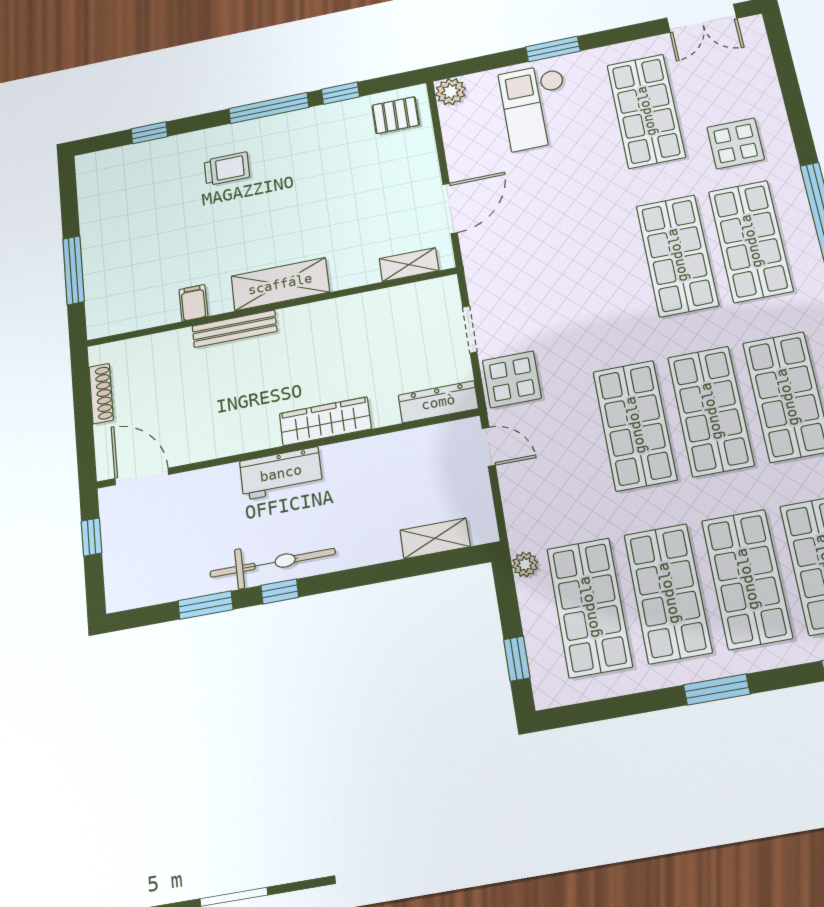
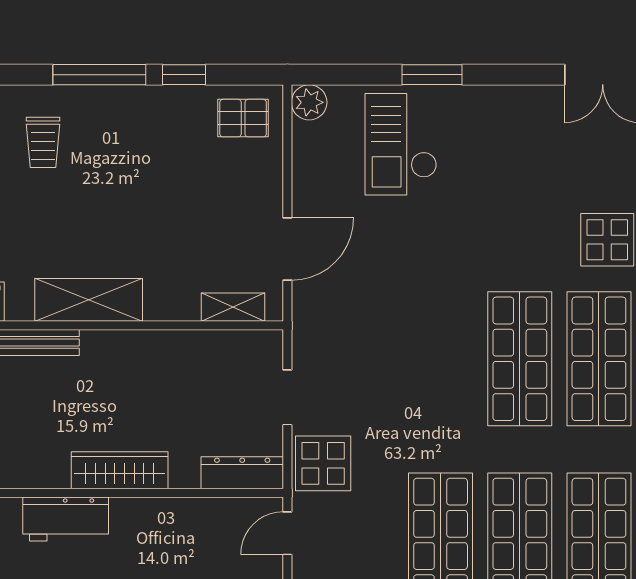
shop shelf: (646, 111) -> (520, 178), removed
trolley: (227, 169) -> (43, 142), turned 90
door: (489, 447) -> (287, 533), swing flipped

